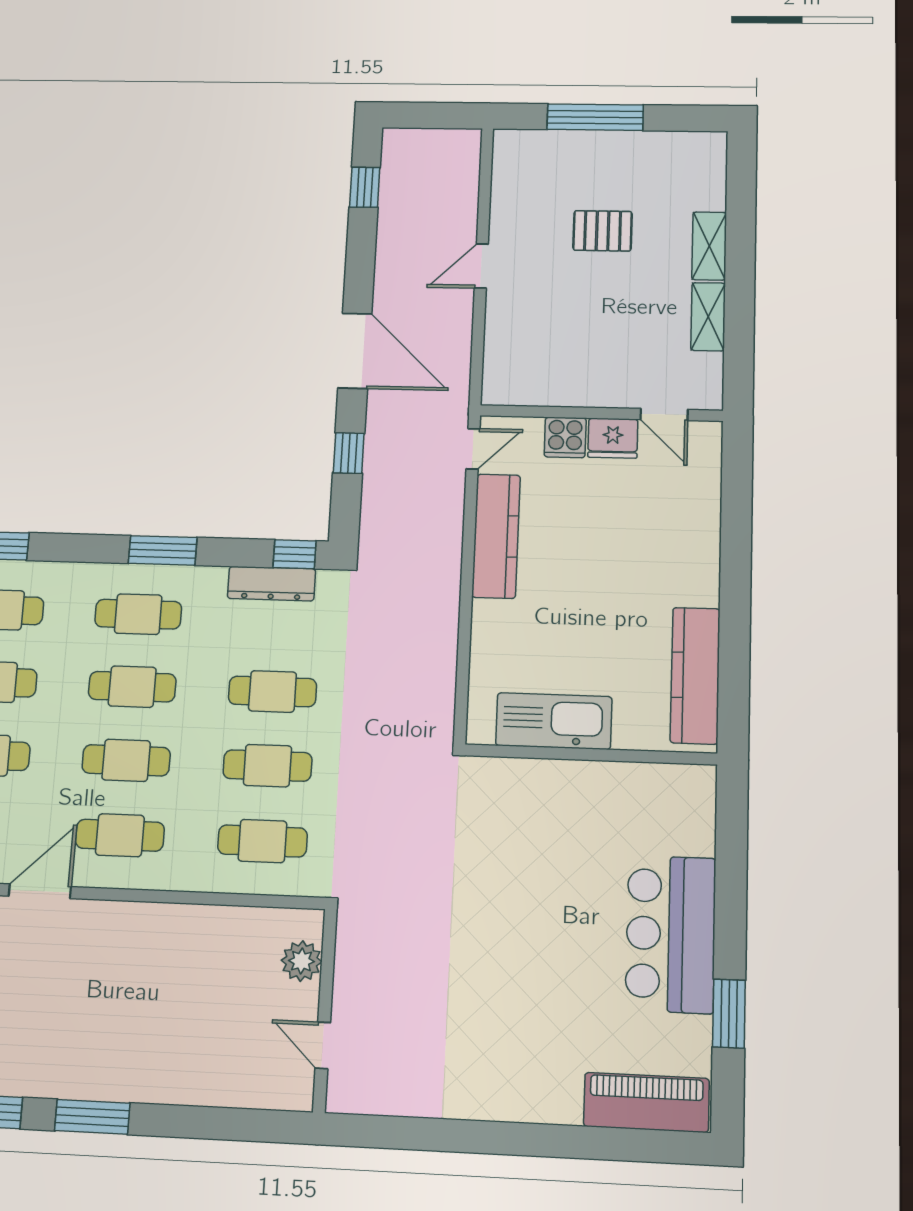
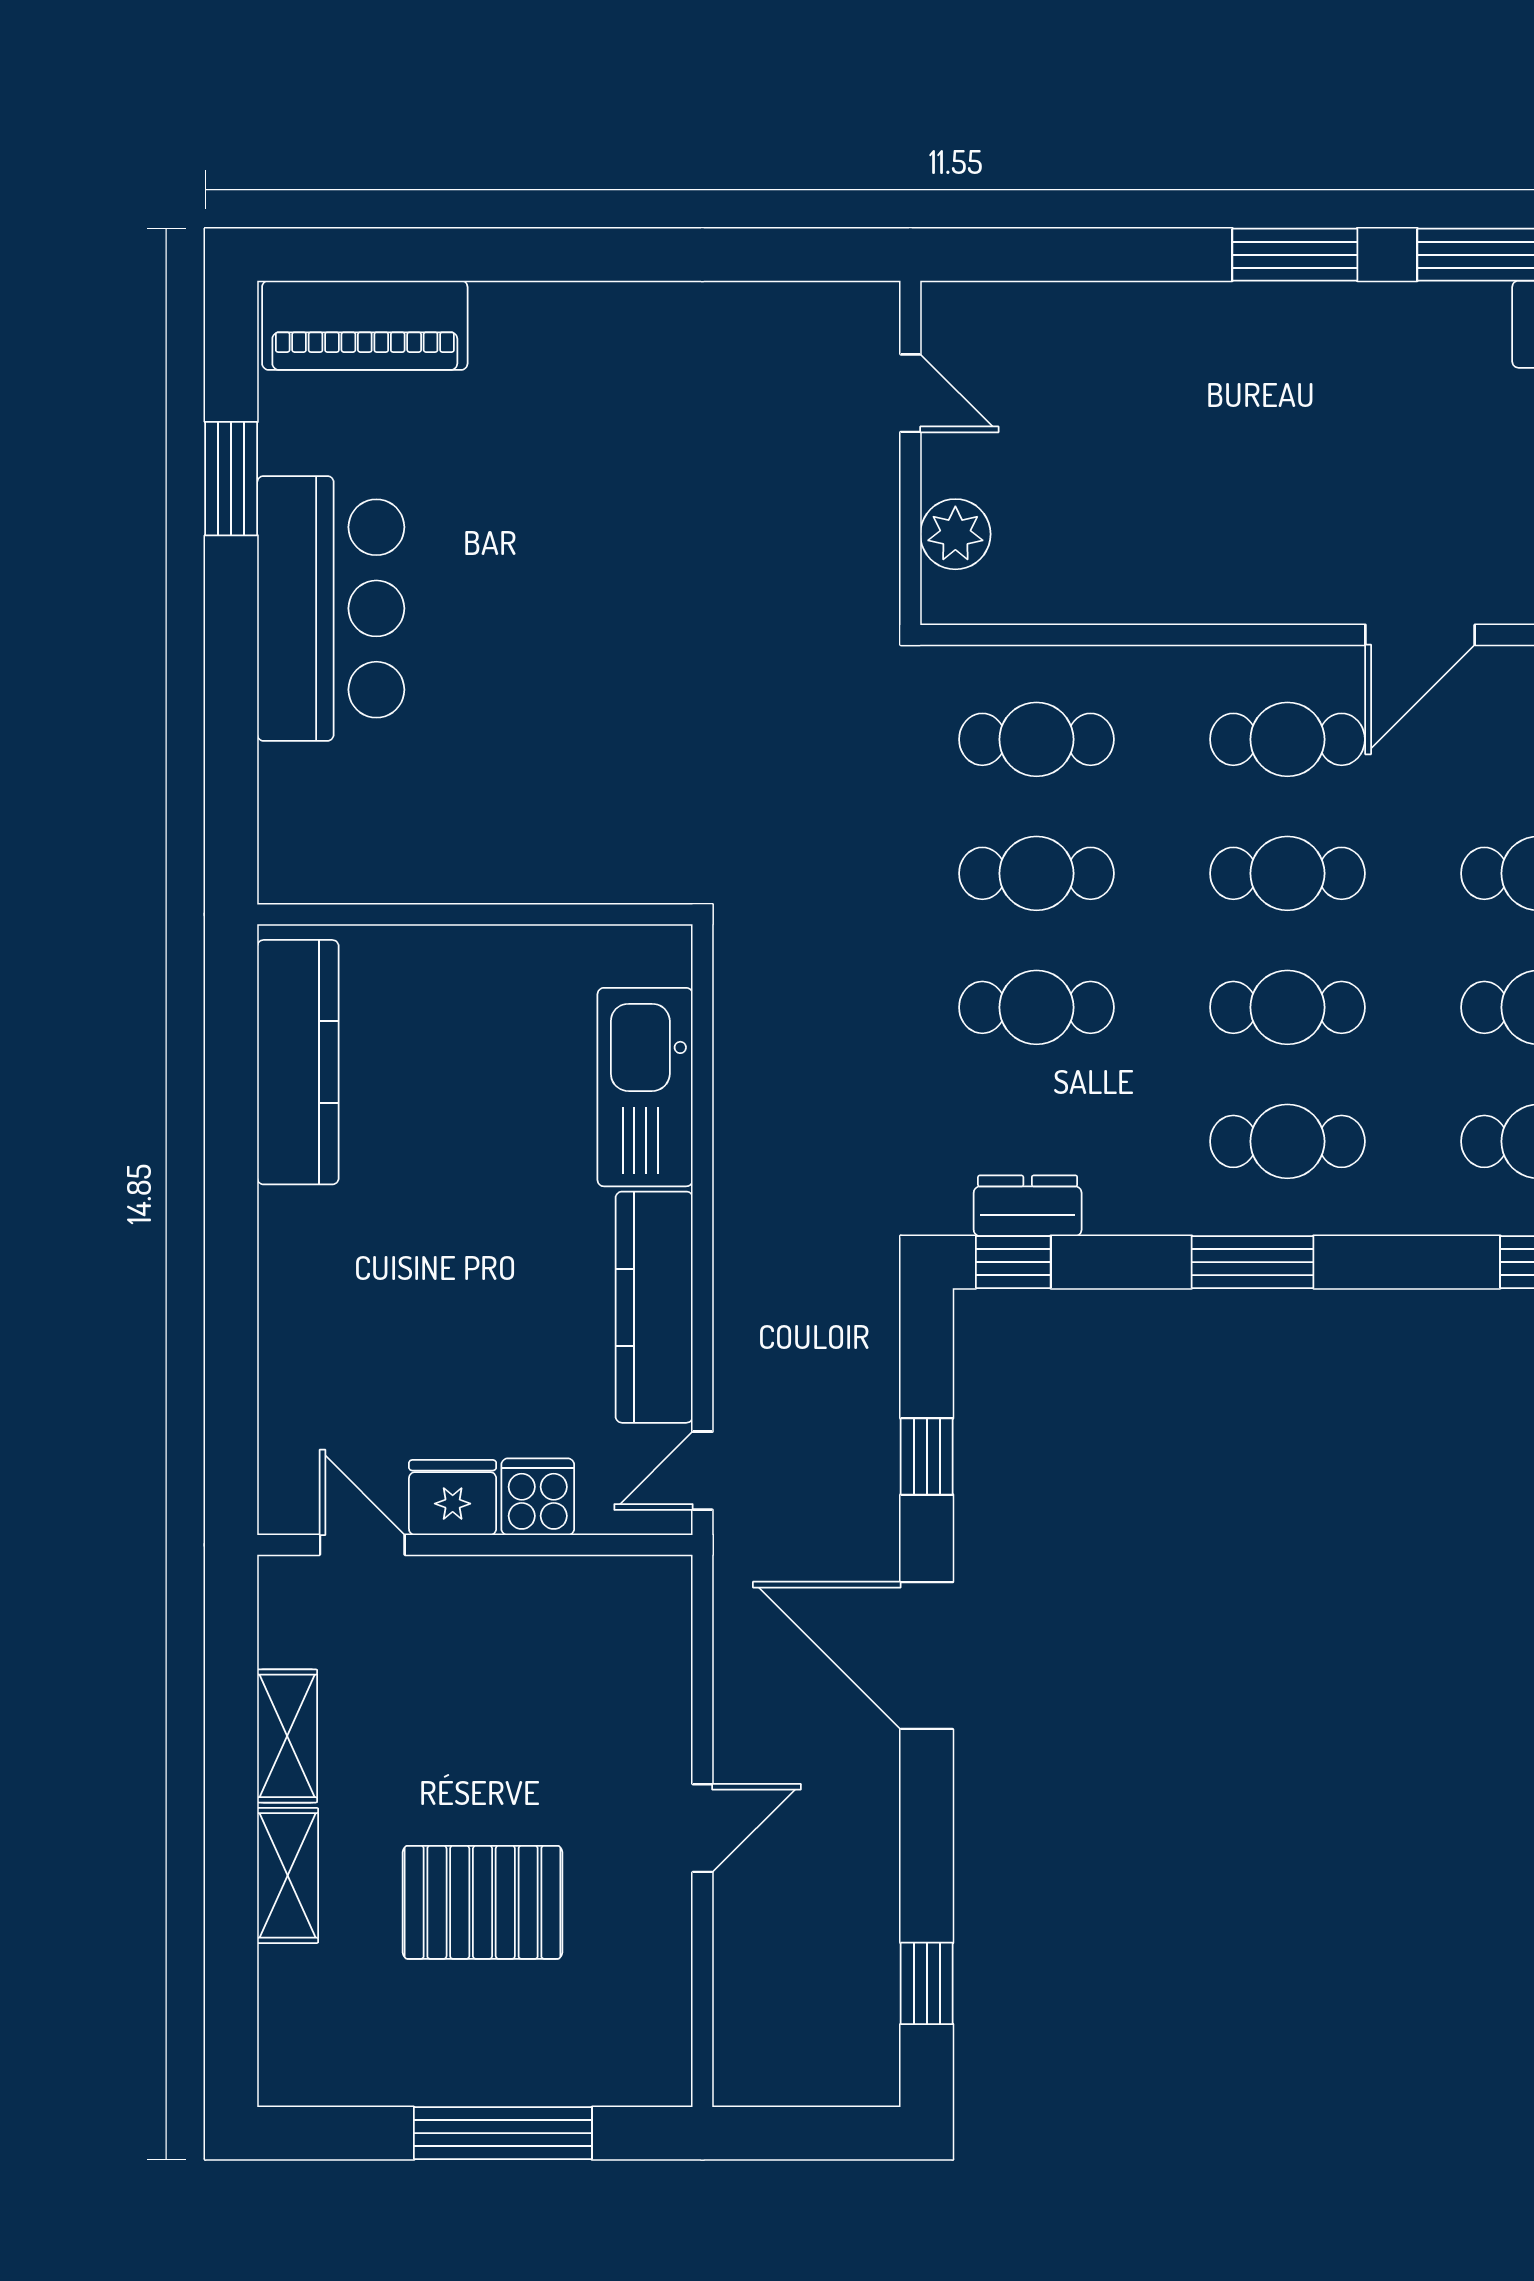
pallet: (603, 231) -> (483, 1902), width x1.50, depth x1.42
dresser: (271, 584) -> (1028, 1206), width x0.70
kitchen sink: (554, 721) -> (645, 1087), moved, turned 90

